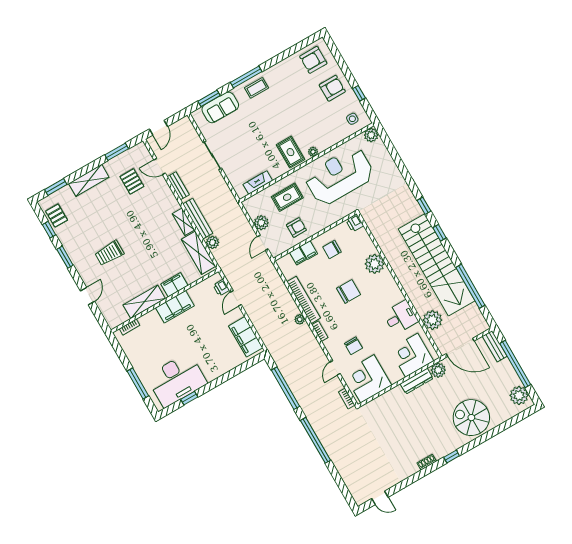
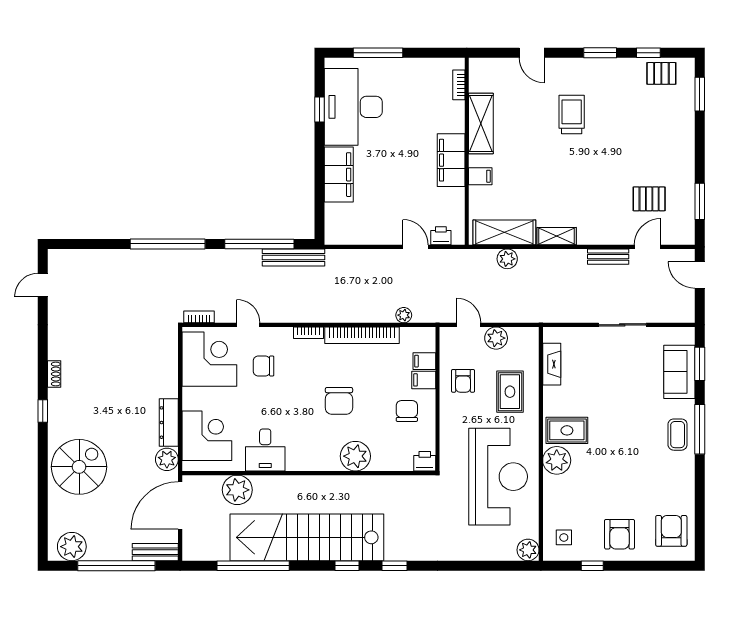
plant: (313, 152) -> (557, 460), width x1.87, depth x1.87
shelving: (89, 180) -> (683, 143), removed
bench: (198, 219) -> (293, 258), moved
filing cabinet: (174, 285) -> (480, 176), width x0.50
plant: (300, 319) -> (404, 315), moved
filing cabinet: (246, 337) -> (339, 175), moved, turned 90

